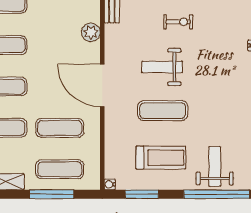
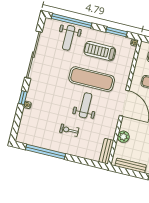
weight bench: (162, 67) -> (86, 105), turned -90
exercise mat: (163, 111) -> (92, 79), width x1.36, depth x1.45

